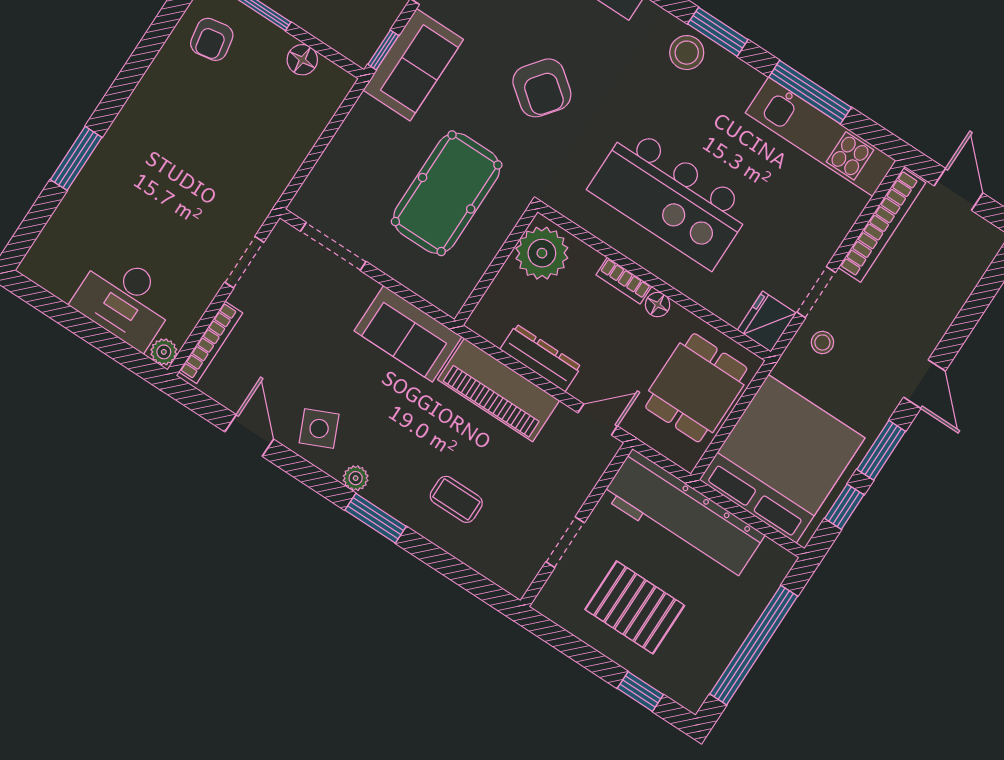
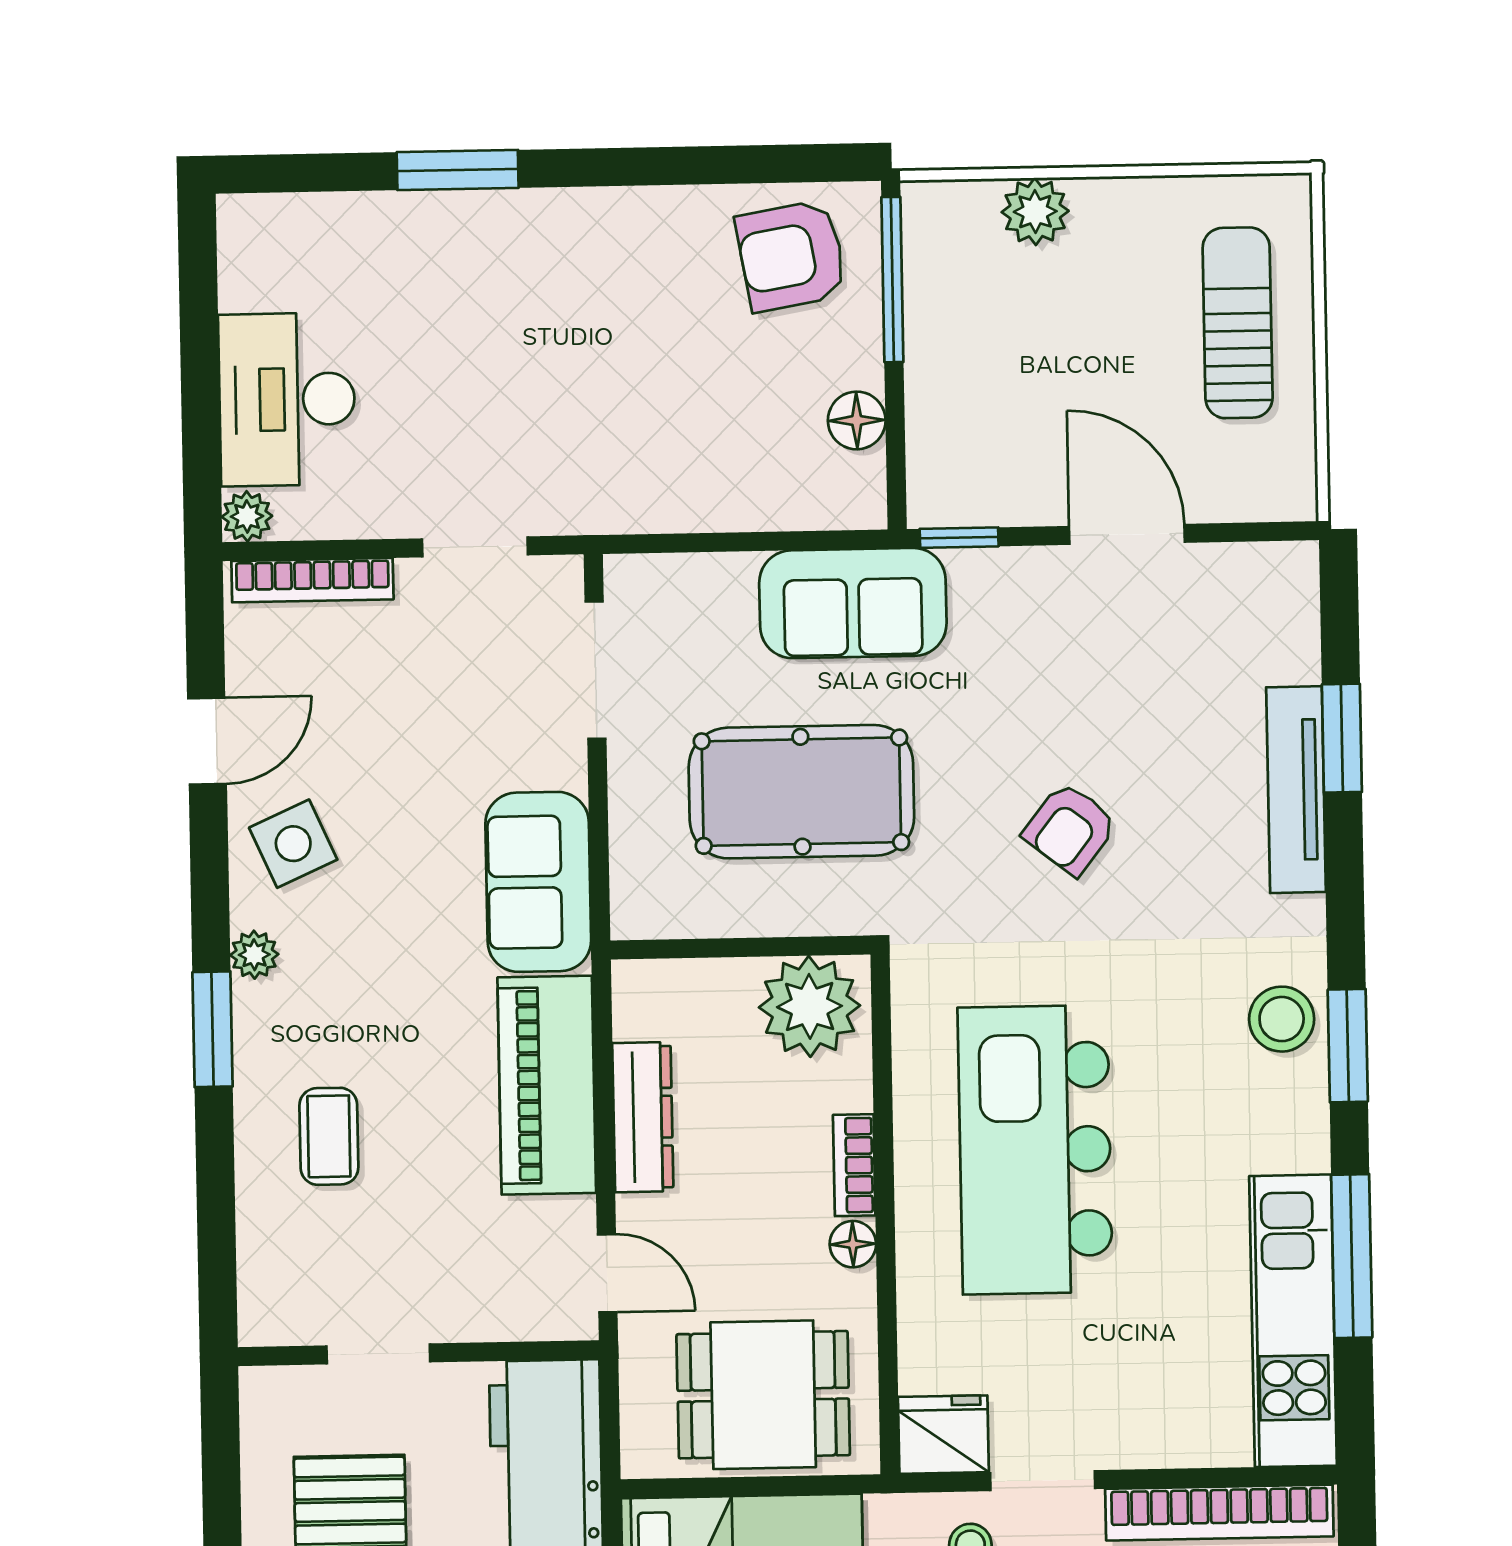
armchair: (212, 39) -> (791, 256), width x1.38, depth x1.38
sofa: (413, 65) -> (853, 603), moved
armchair: (542, 88) -> (1070, 829), width x0.72, depth x0.72

